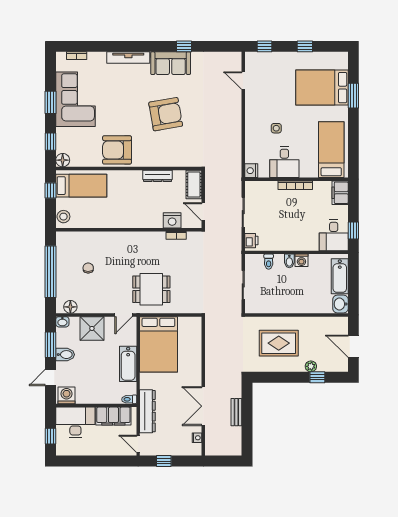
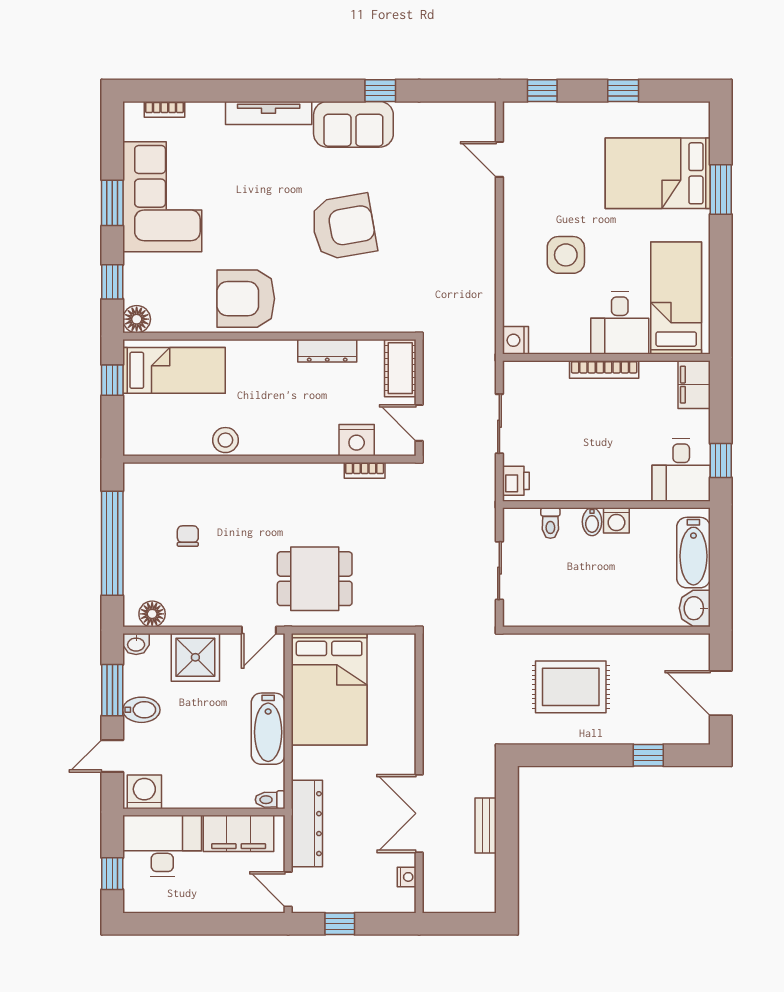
side table: (276, 128) -> (566, 255), width x1.87, depth x1.87
desk: (284, 162) -> (620, 323), moved
stool: (63, 217) -> (225, 440), moved
plant: (311, 366) -> (635, 733), removed

